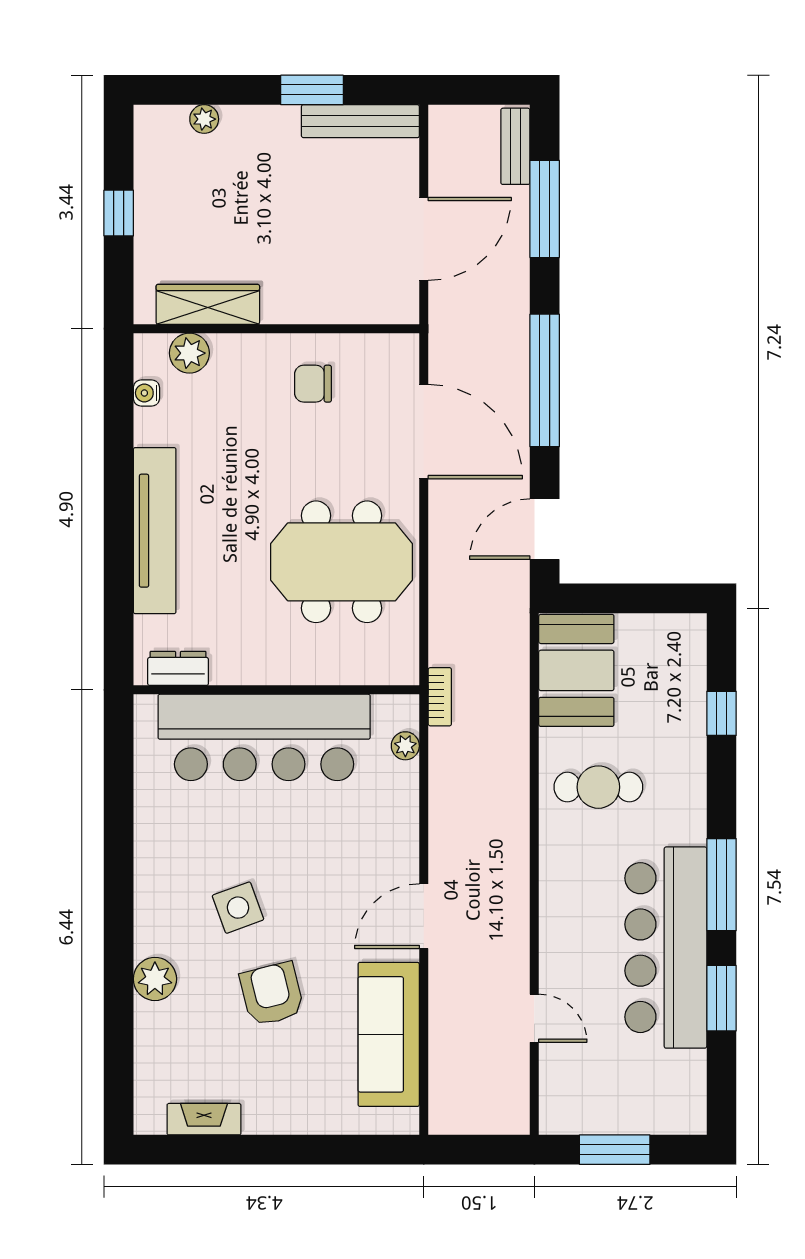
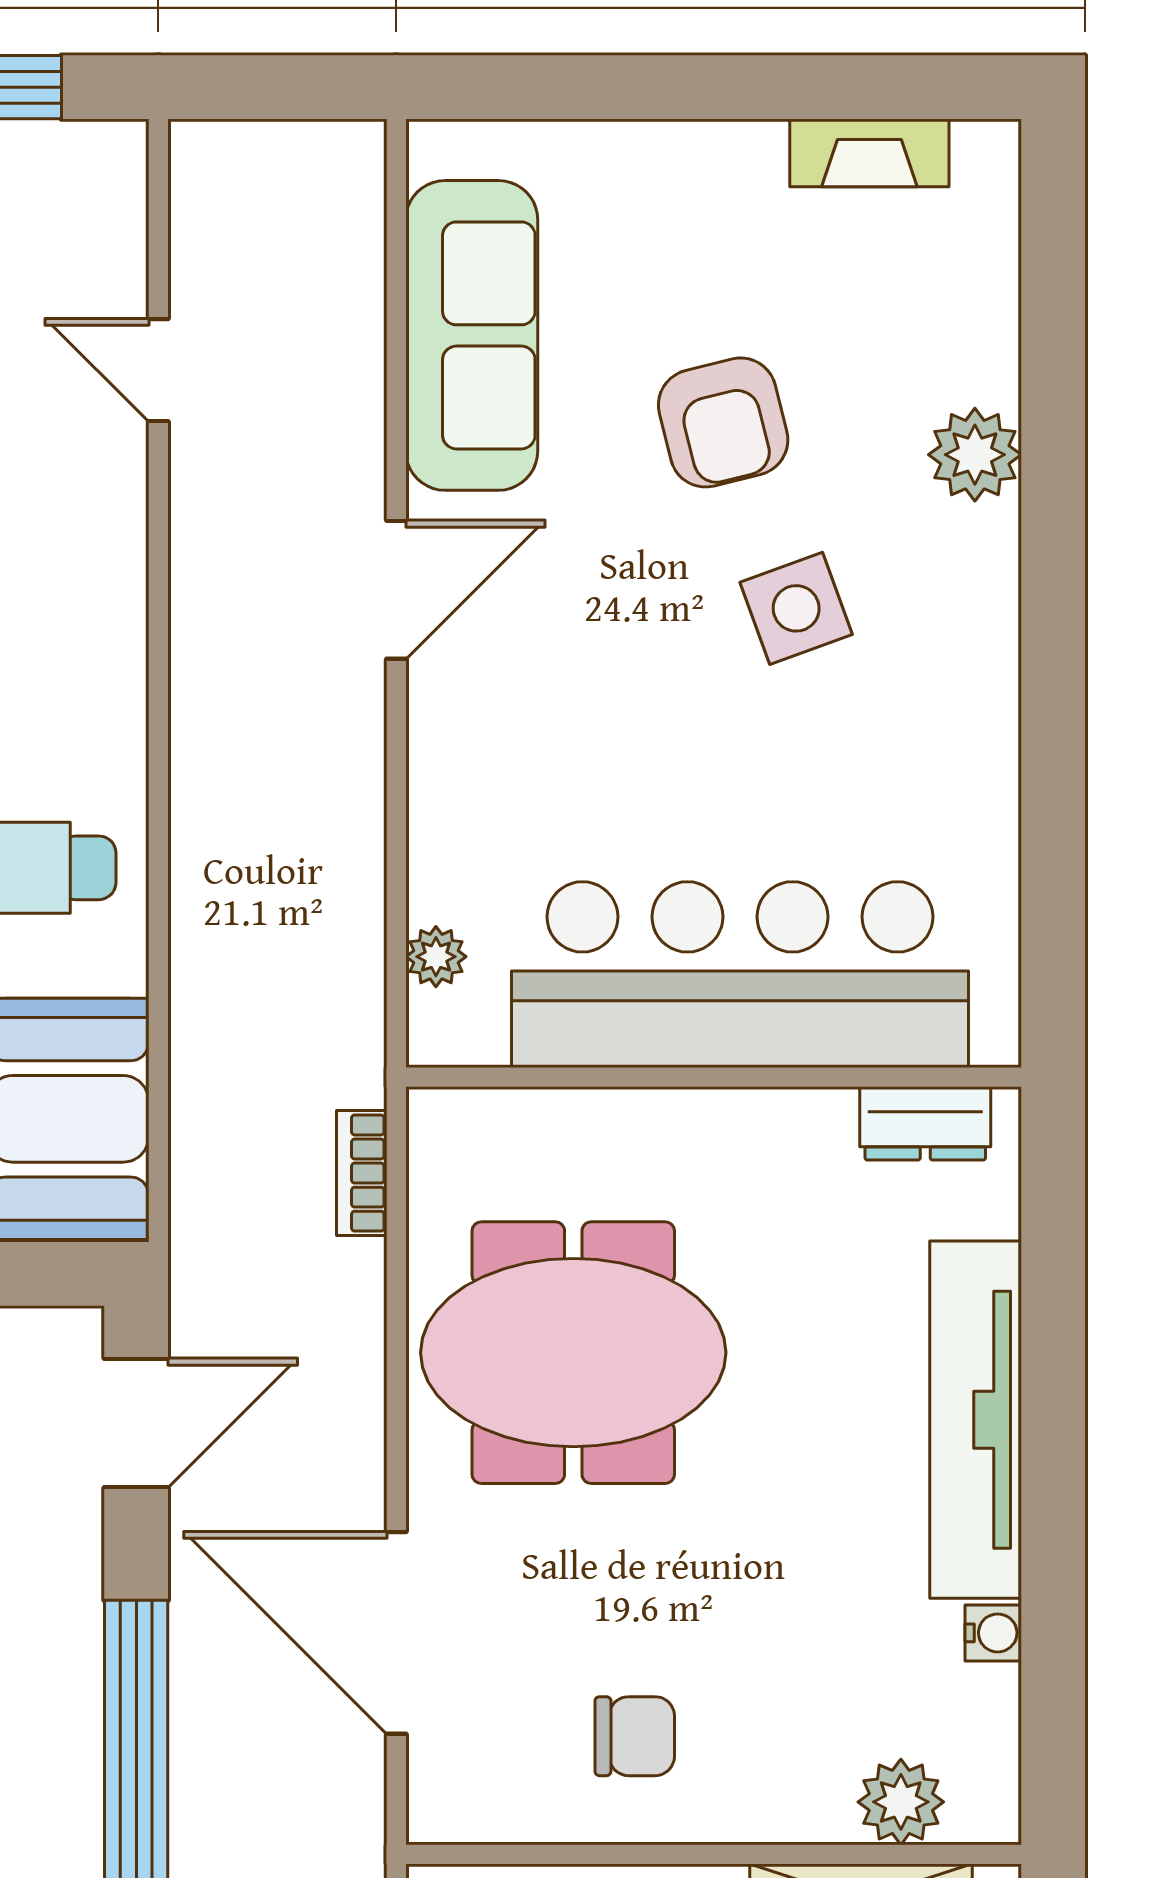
water cooler: (146, 393) -> (993, 1633), moved
bookcase: (440, 697) -> (362, 1173), moved

